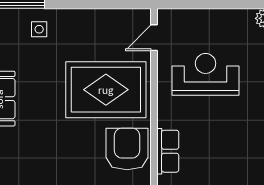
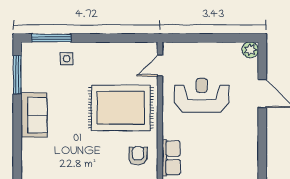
armchair: (127, 149) -> (138, 156), width x0.53, depth x0.53

